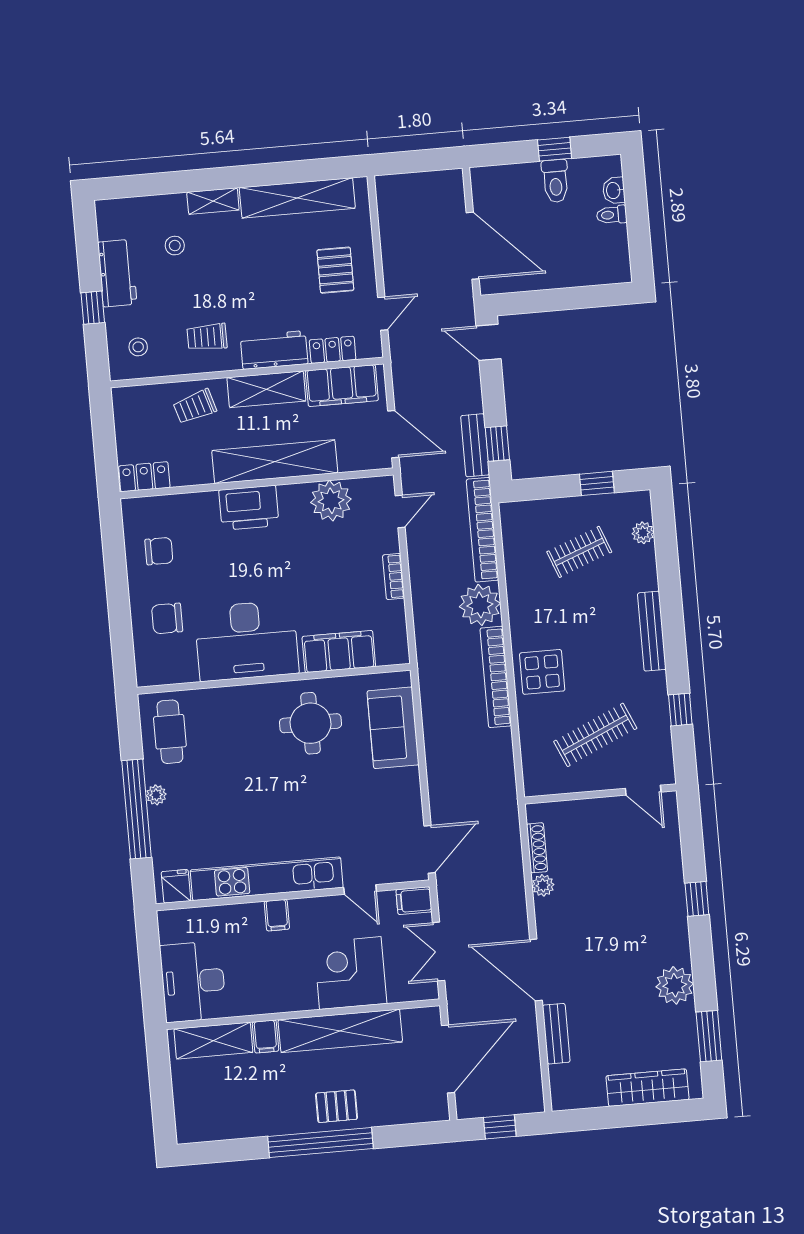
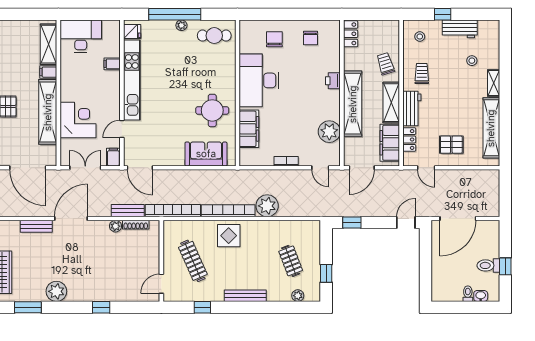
bench: (475, 445) -> (128, 211), moved
printer: (249, 508) -> (333, 81), width x0.53, depth x0.68
bookcase: (482, 530) -> (173, 211), moved
filing cabinet: (277, 915) -> (112, 64), moved

